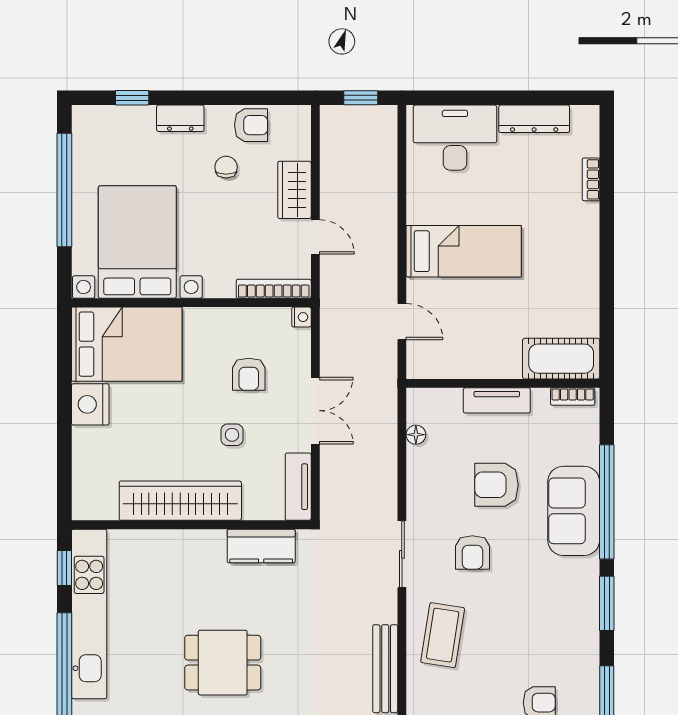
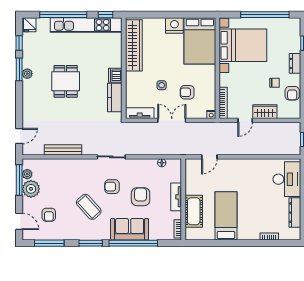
bed: (464, 251) -> (226, 216), moved, turned 180
cot: (561, 359) -> (194, 211), moved
double door: (315, 411) -> (172, 120), swing flipped
wardrobe: (180, 501) -> (134, 45), moved
dishwasher: (208, 545) -> (115, 75), added
coffee table: (443, 635) -> (89, 207), moved, turned 39

